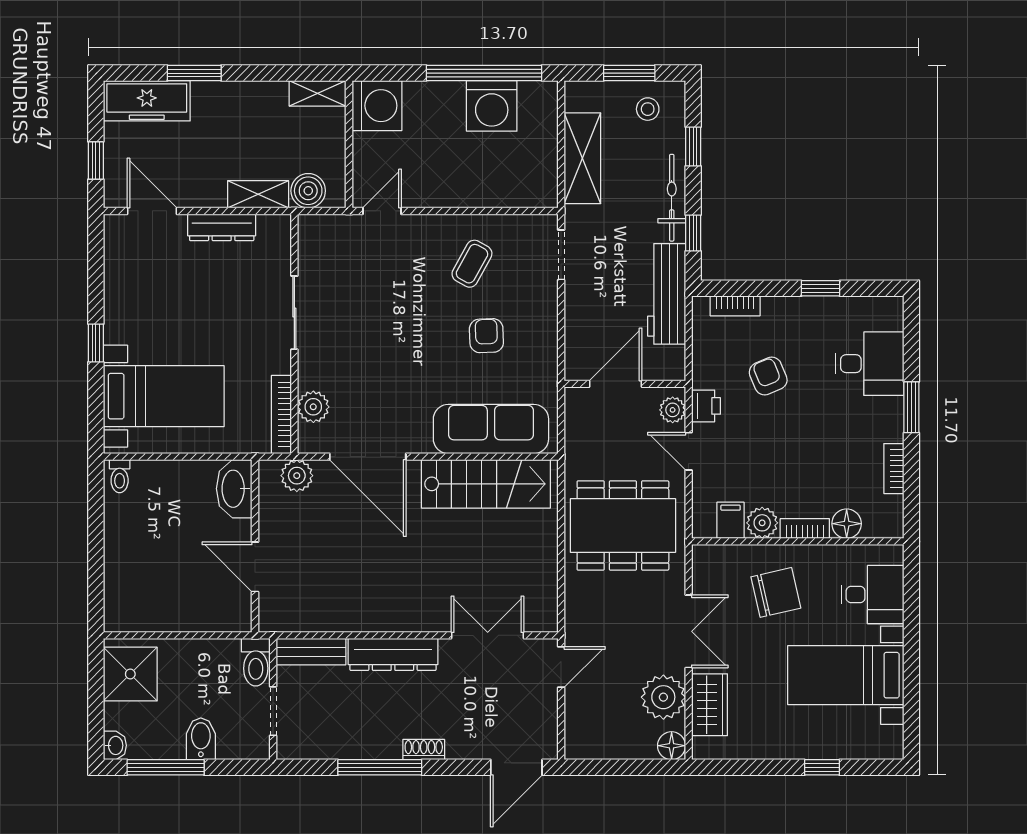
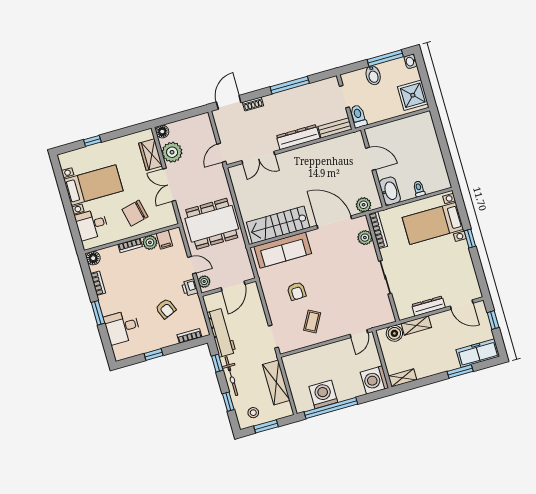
toilet: (120, 476) -> (419, 189), moved
floor lamp: (847, 524) -> (93, 258), moved
shoe rack: (424, 750) -> (253, 104), moved

